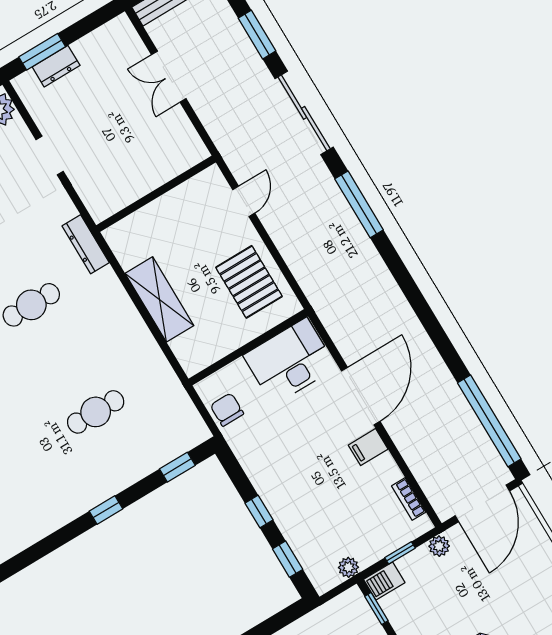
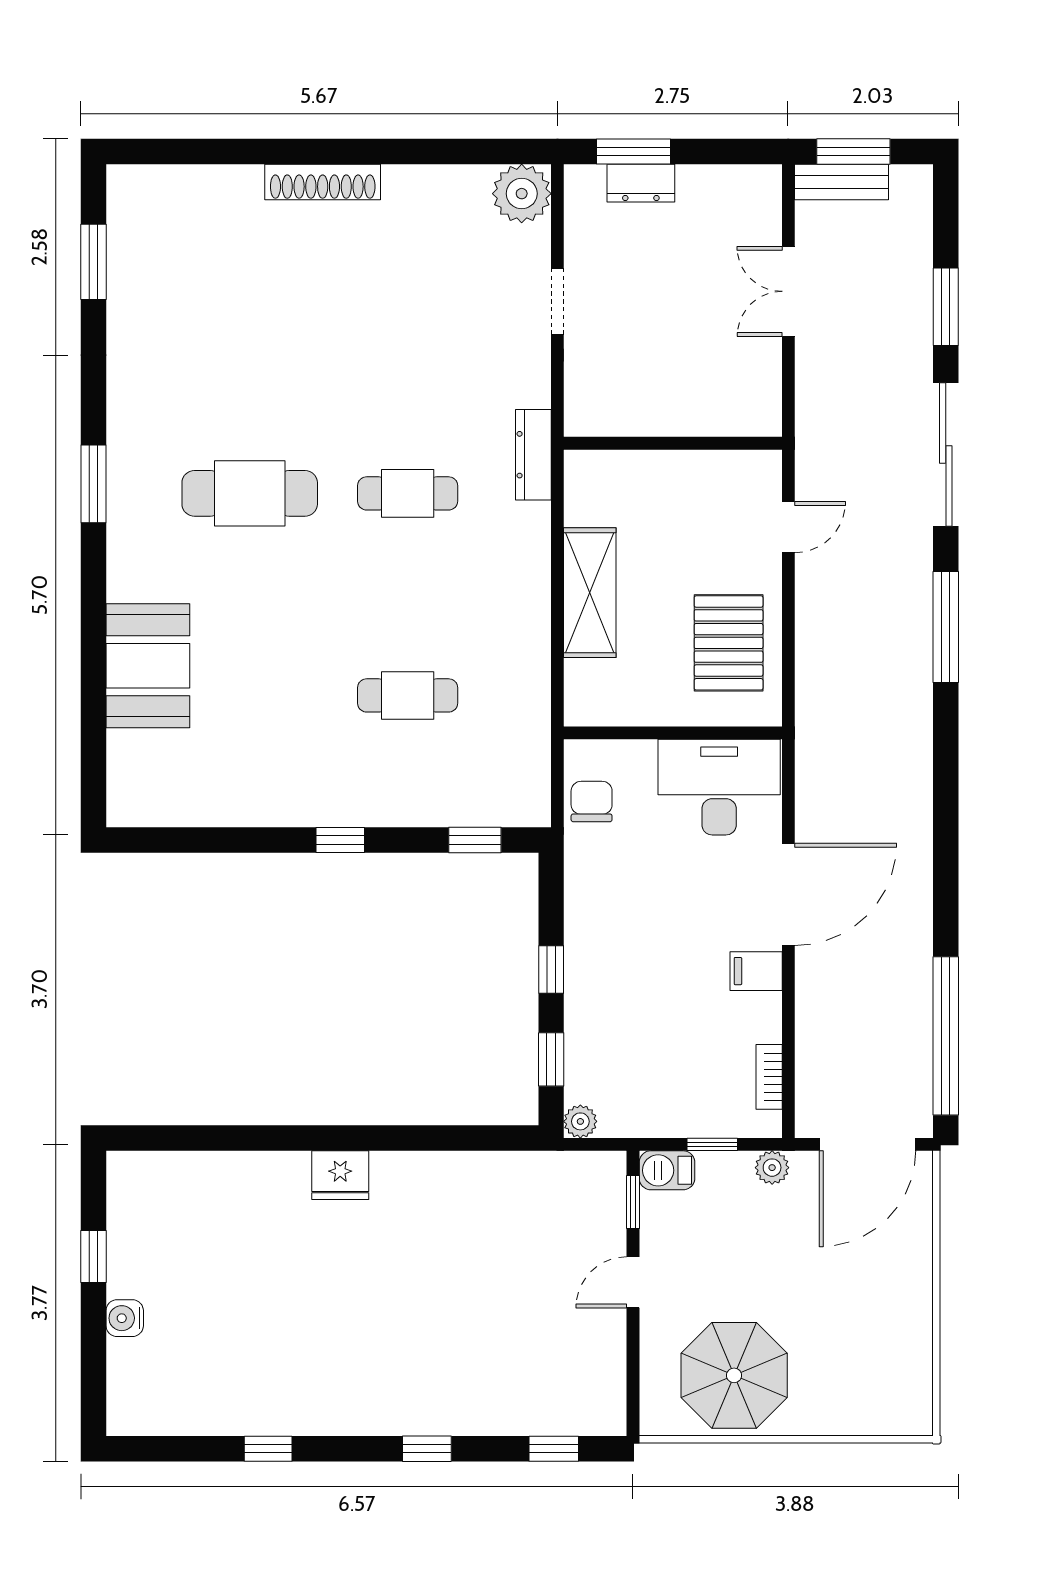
plant: (348, 567) -> (580, 1121), moved

